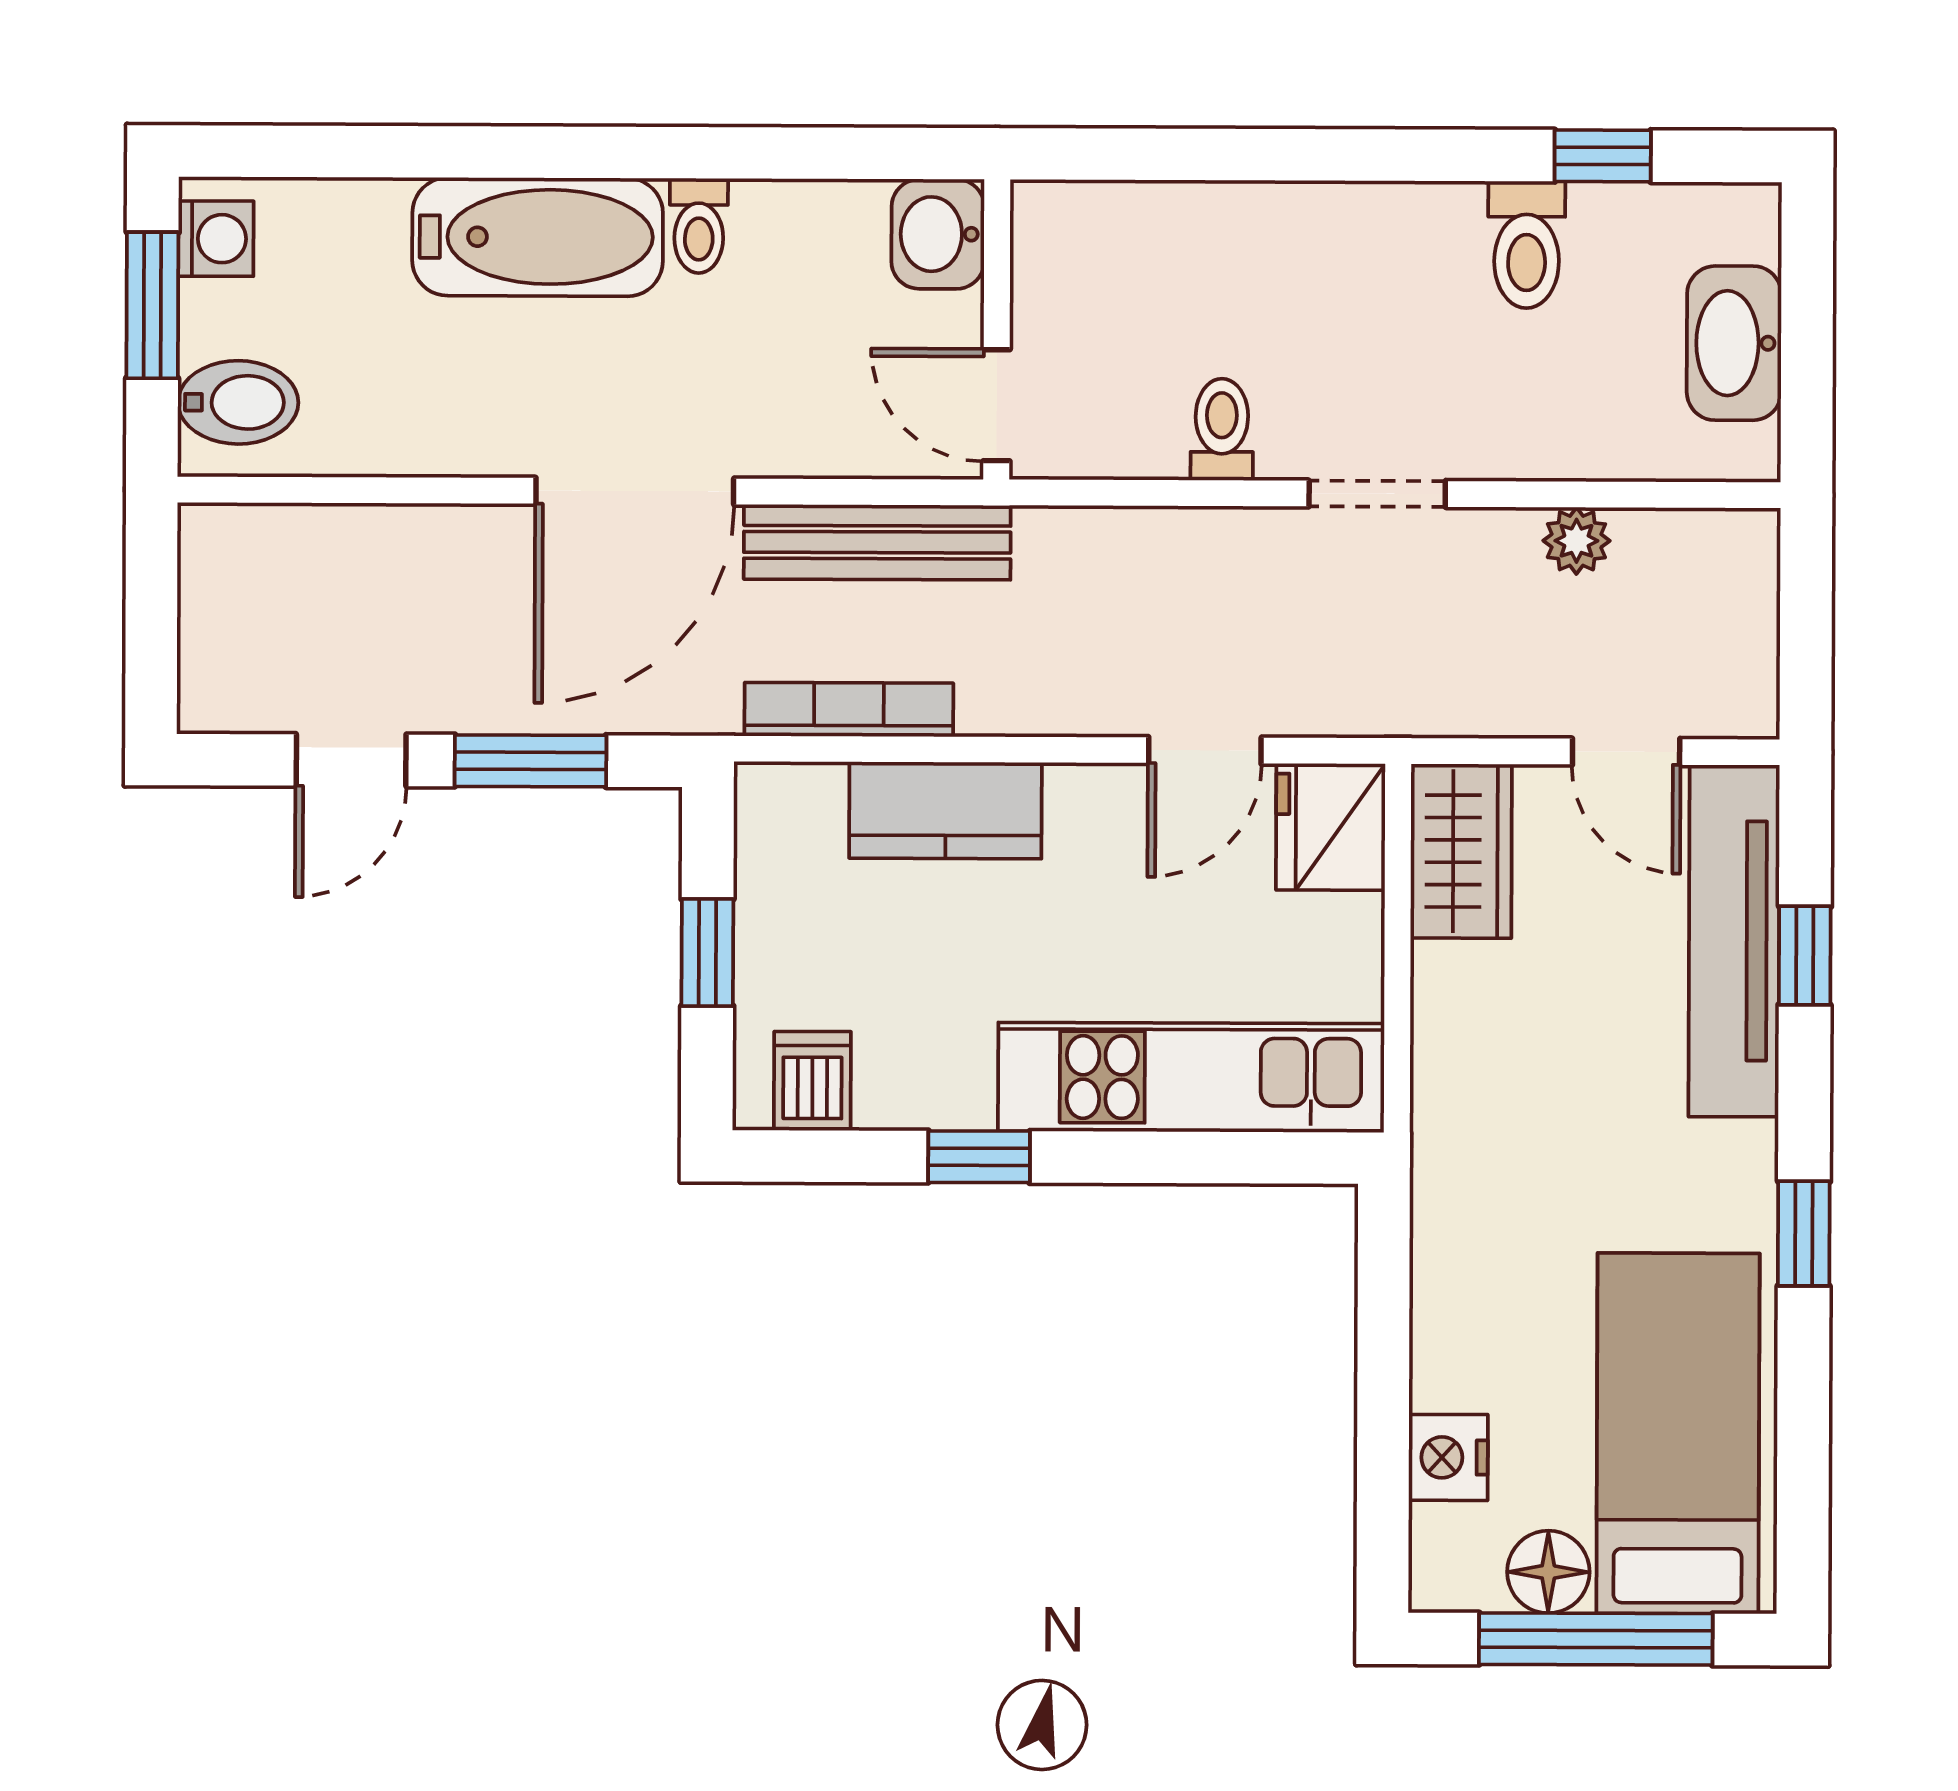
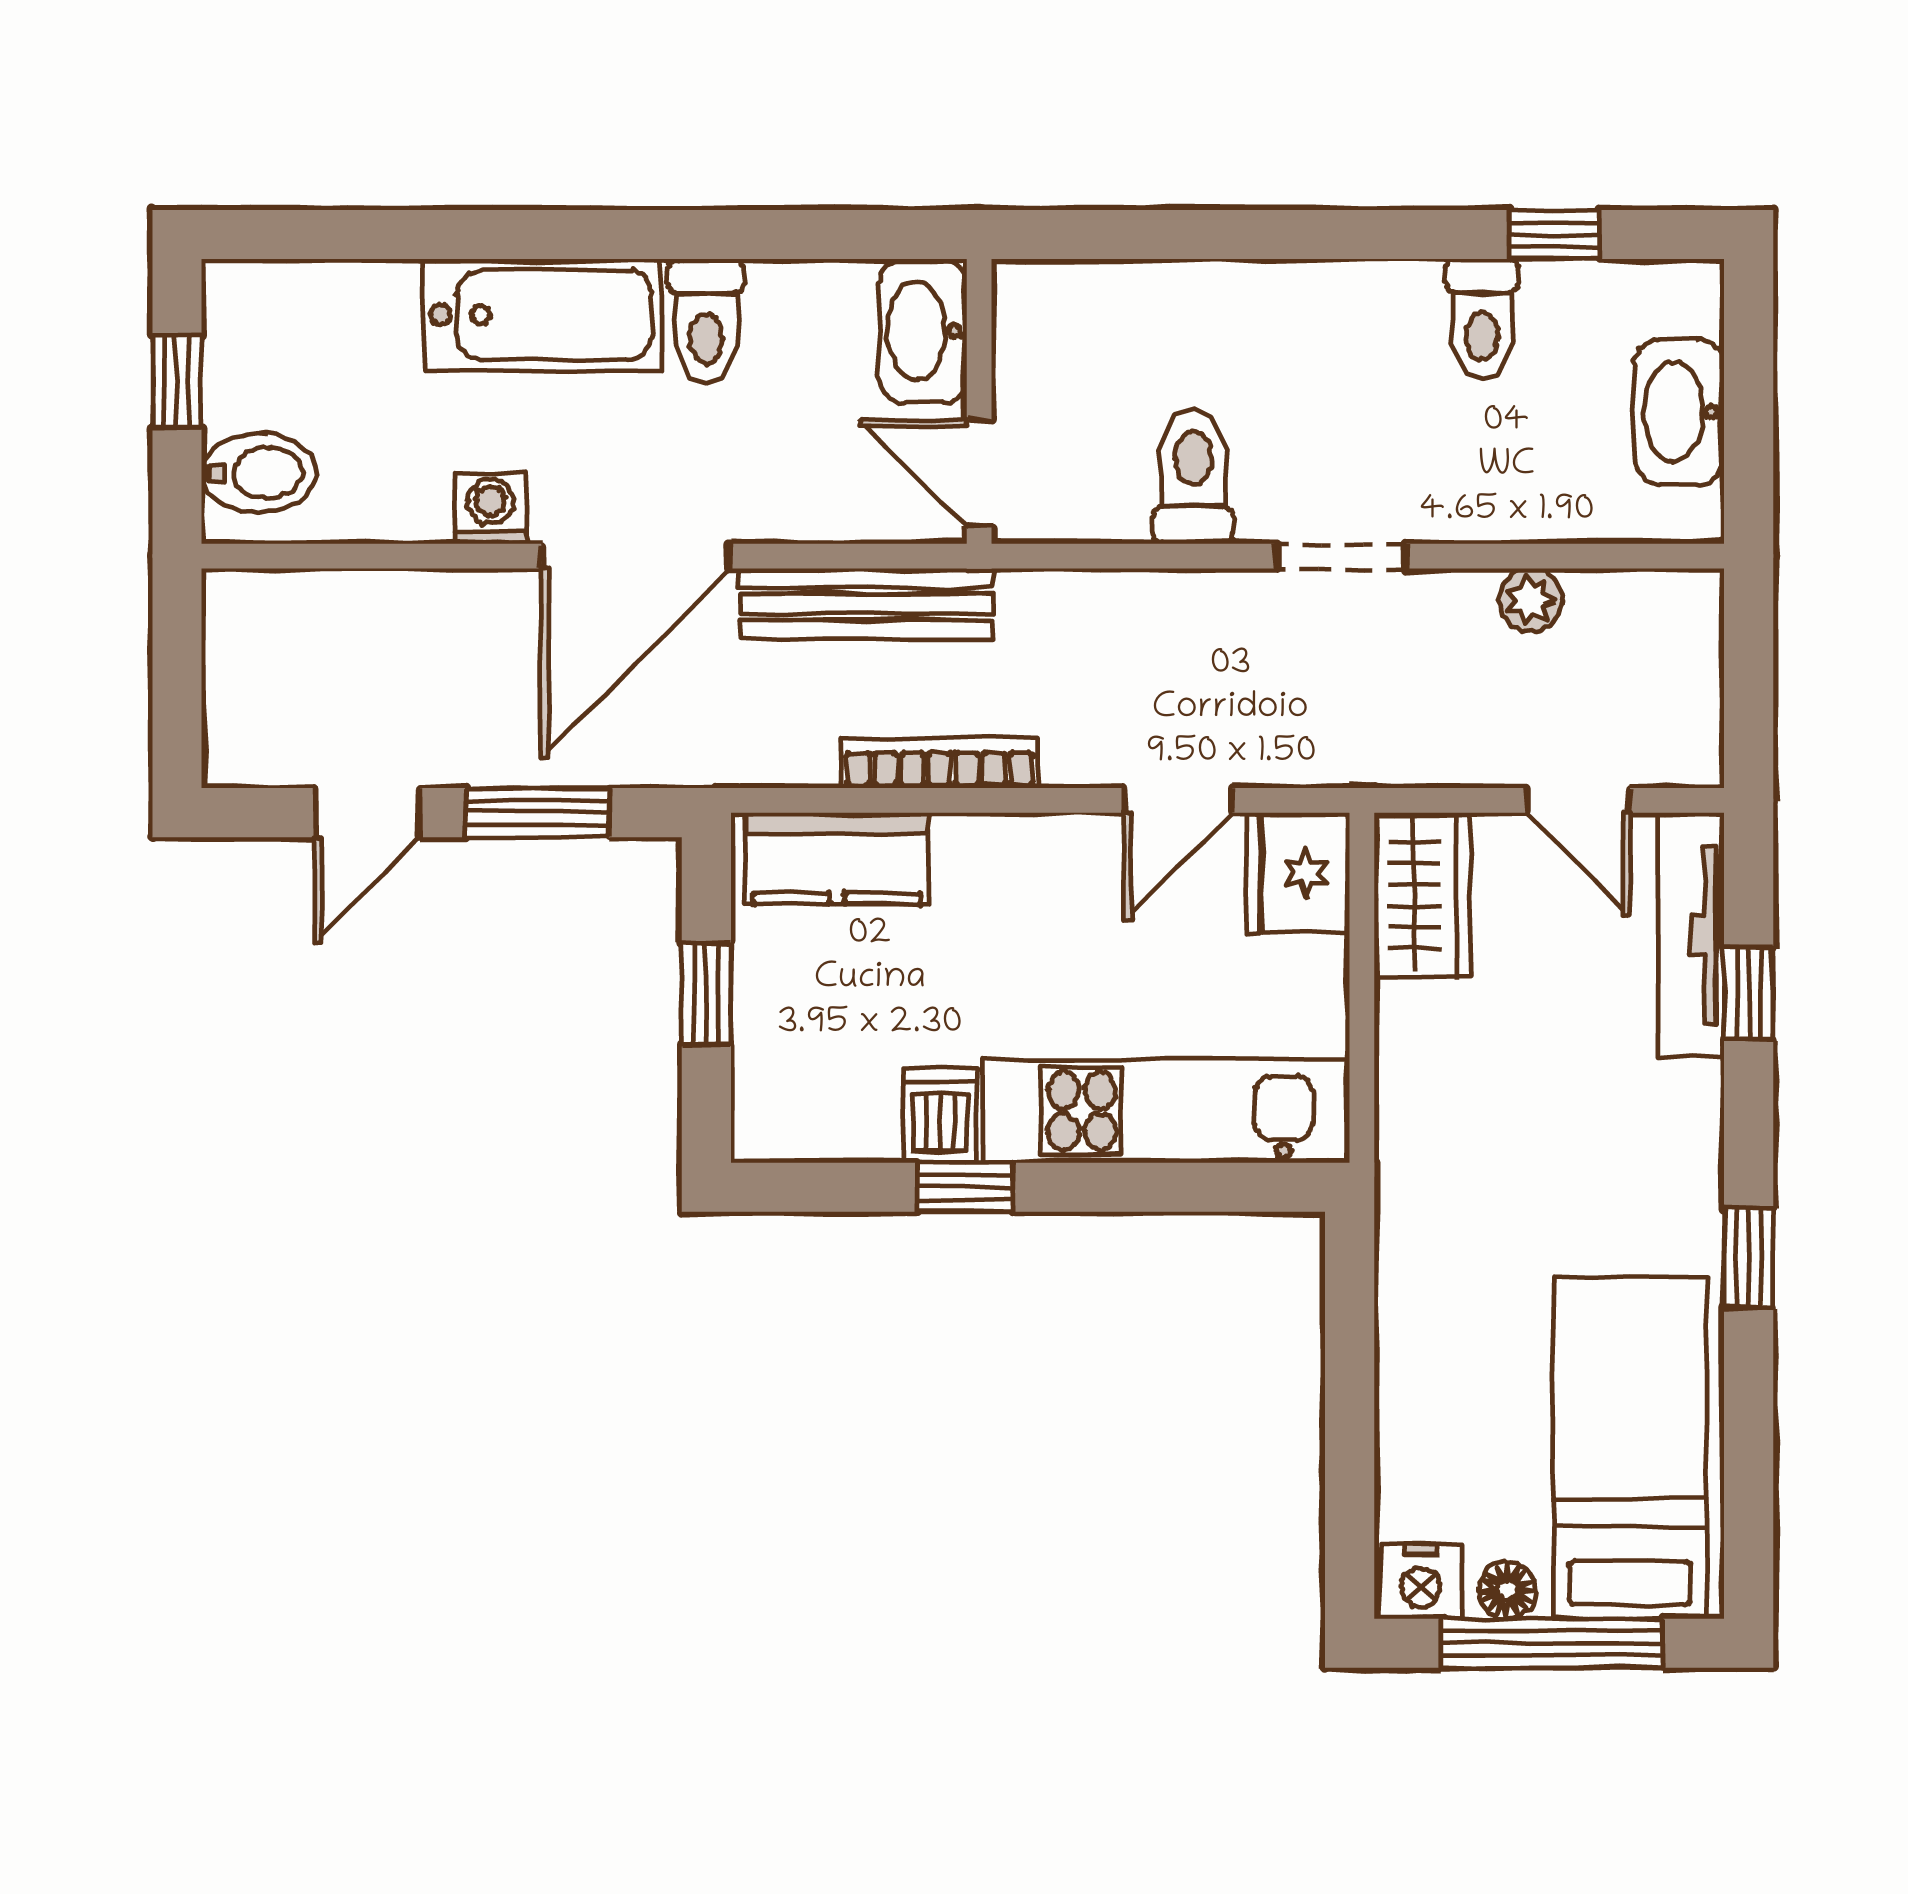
toilet: (699, 226) -> (706, 321), width x1.37, depth x1.39
washbasin: (938, 234) -> (923, 331), width x1.38
washing machine: (216, 239) -> (491, 508), moved, turned -90
window: (152, 305) -> (177, 381), width x0.67
toilet: (1222, 430) -> (1193, 477), width x1.37, depth x1.39
bookcase: (849, 710) -> (940, 763), moved
kitchen counter: (945, 810) -> (837, 858), moved
tv unit: (1734, 941) -> (1691, 935), width x0.73, depth x0.78
dishwasher: (812, 1081) -> (940, 1116), moved
nightstand: (1448, 1457) -> (1421, 1581), moved, turned -90
floor lamp: (1548, 1572) -> (1507, 1590), width x0.73, depth x0.73

